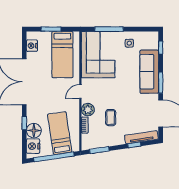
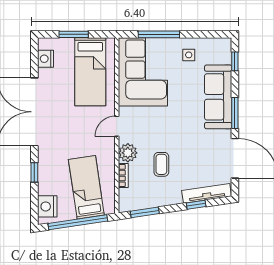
floor lamp: (34, 131) -> (48, 184), removed

